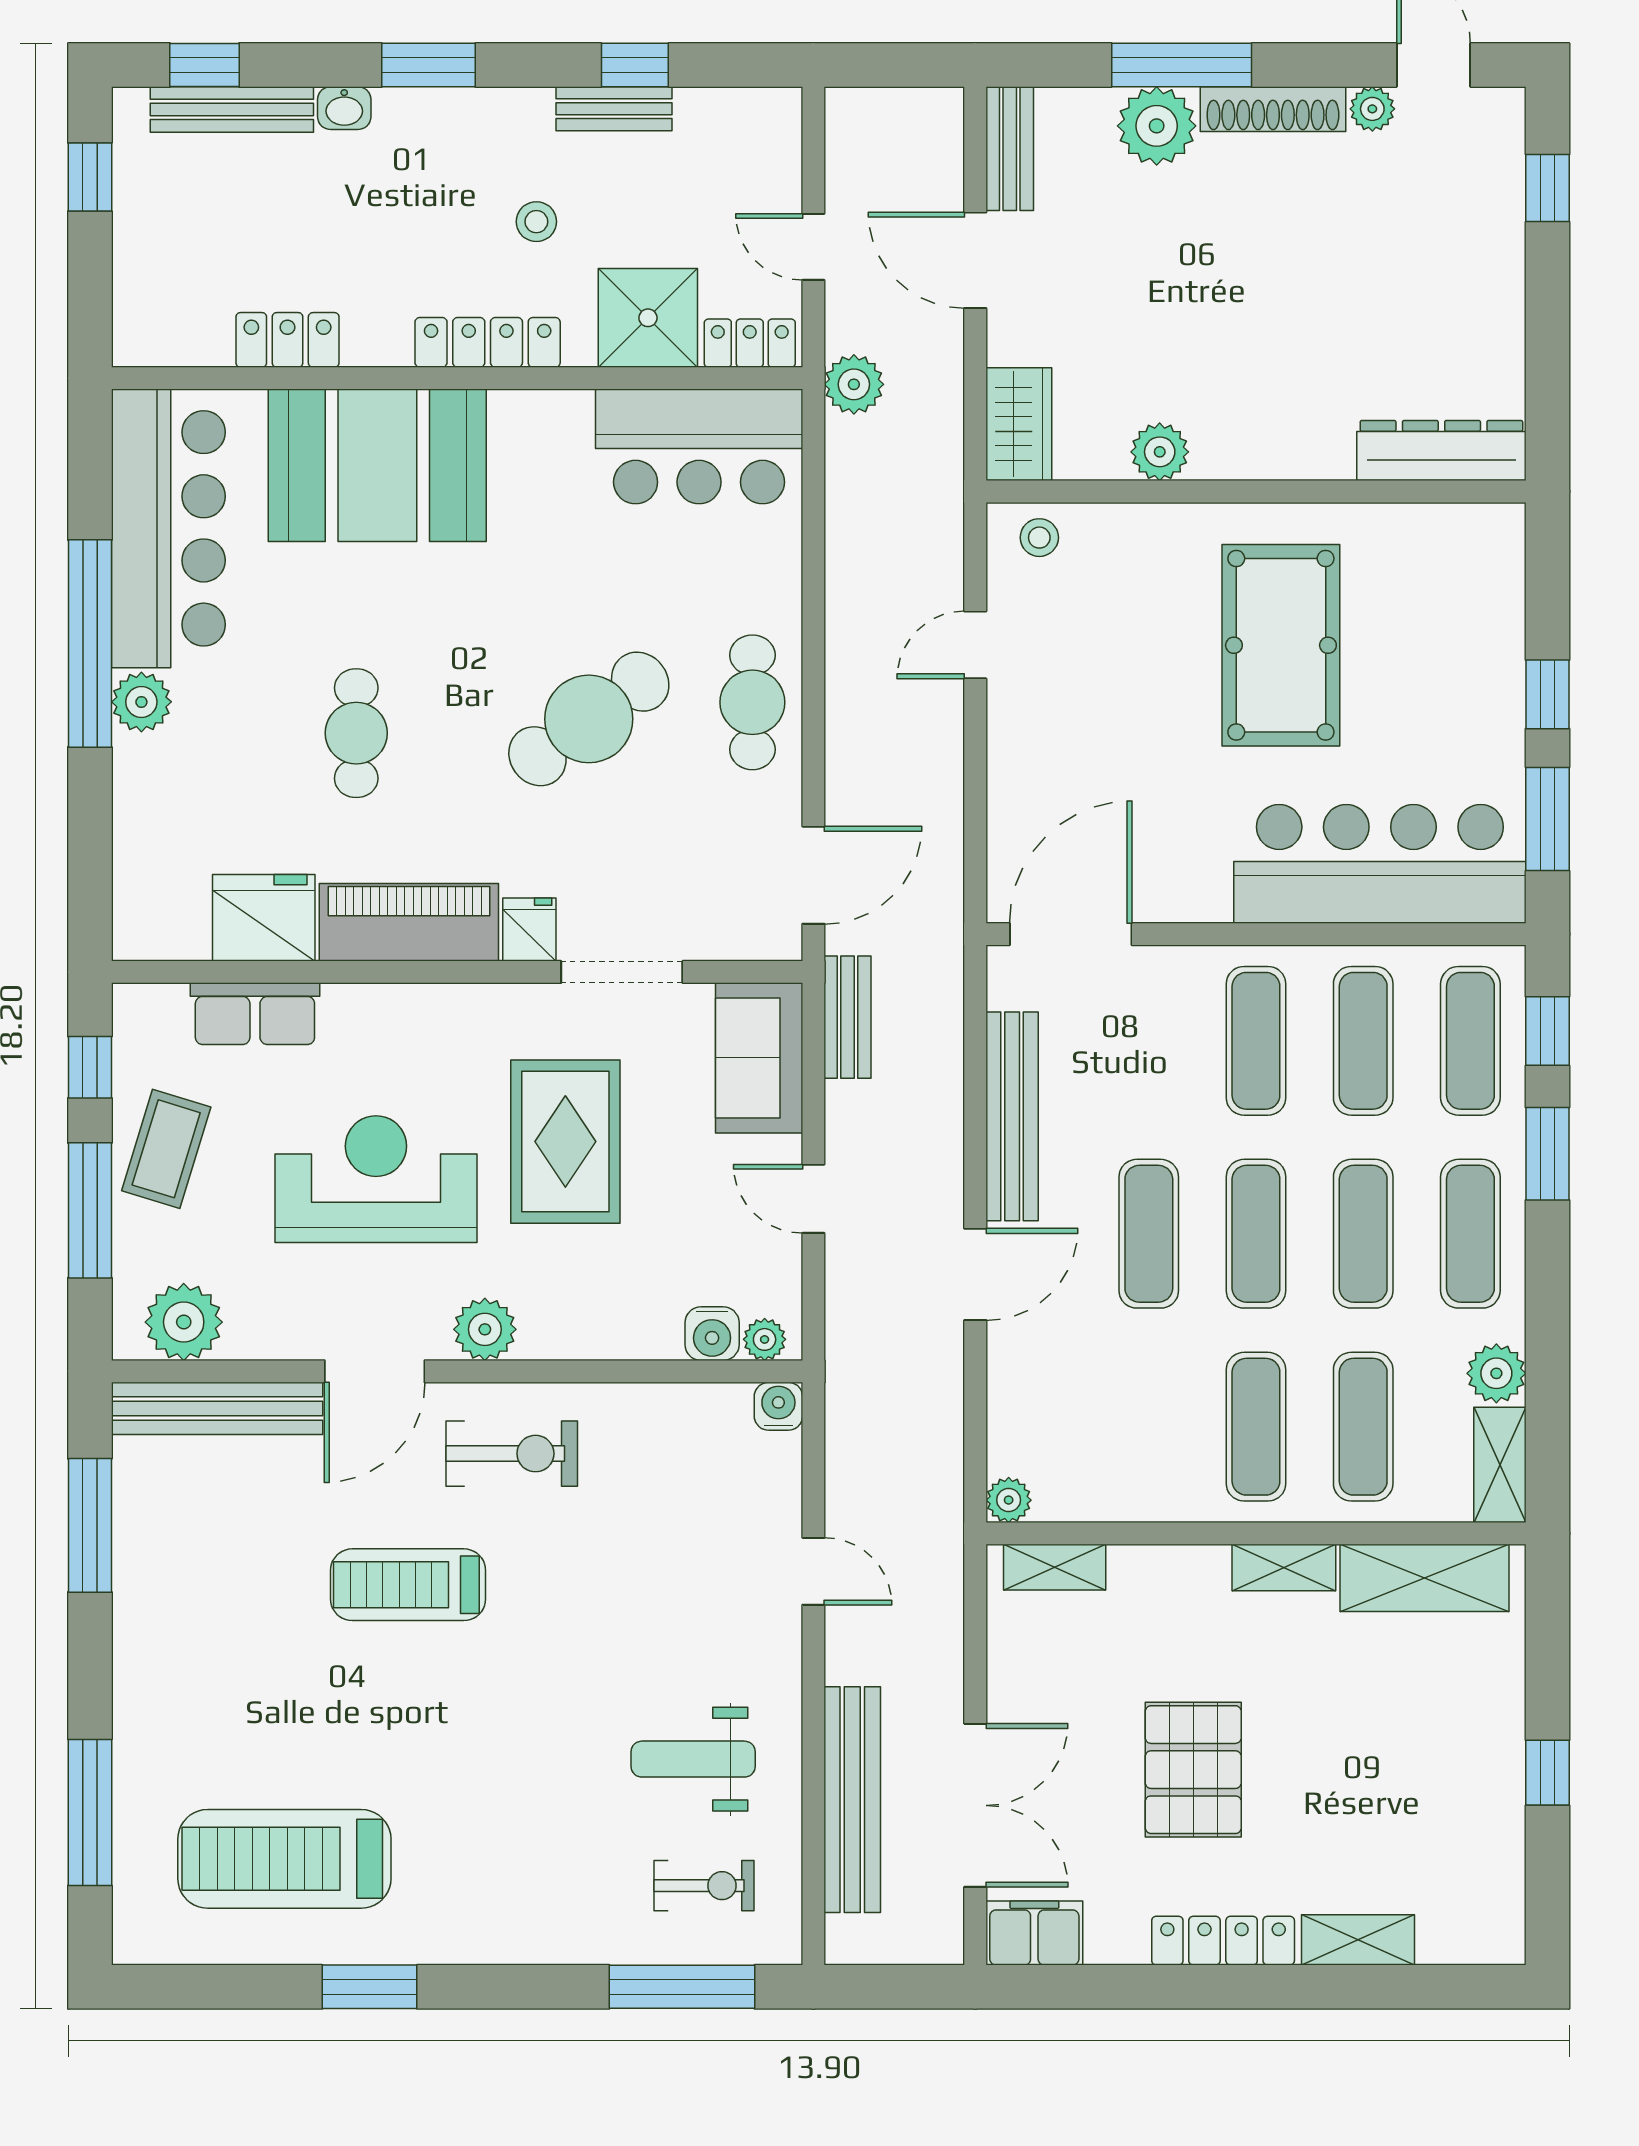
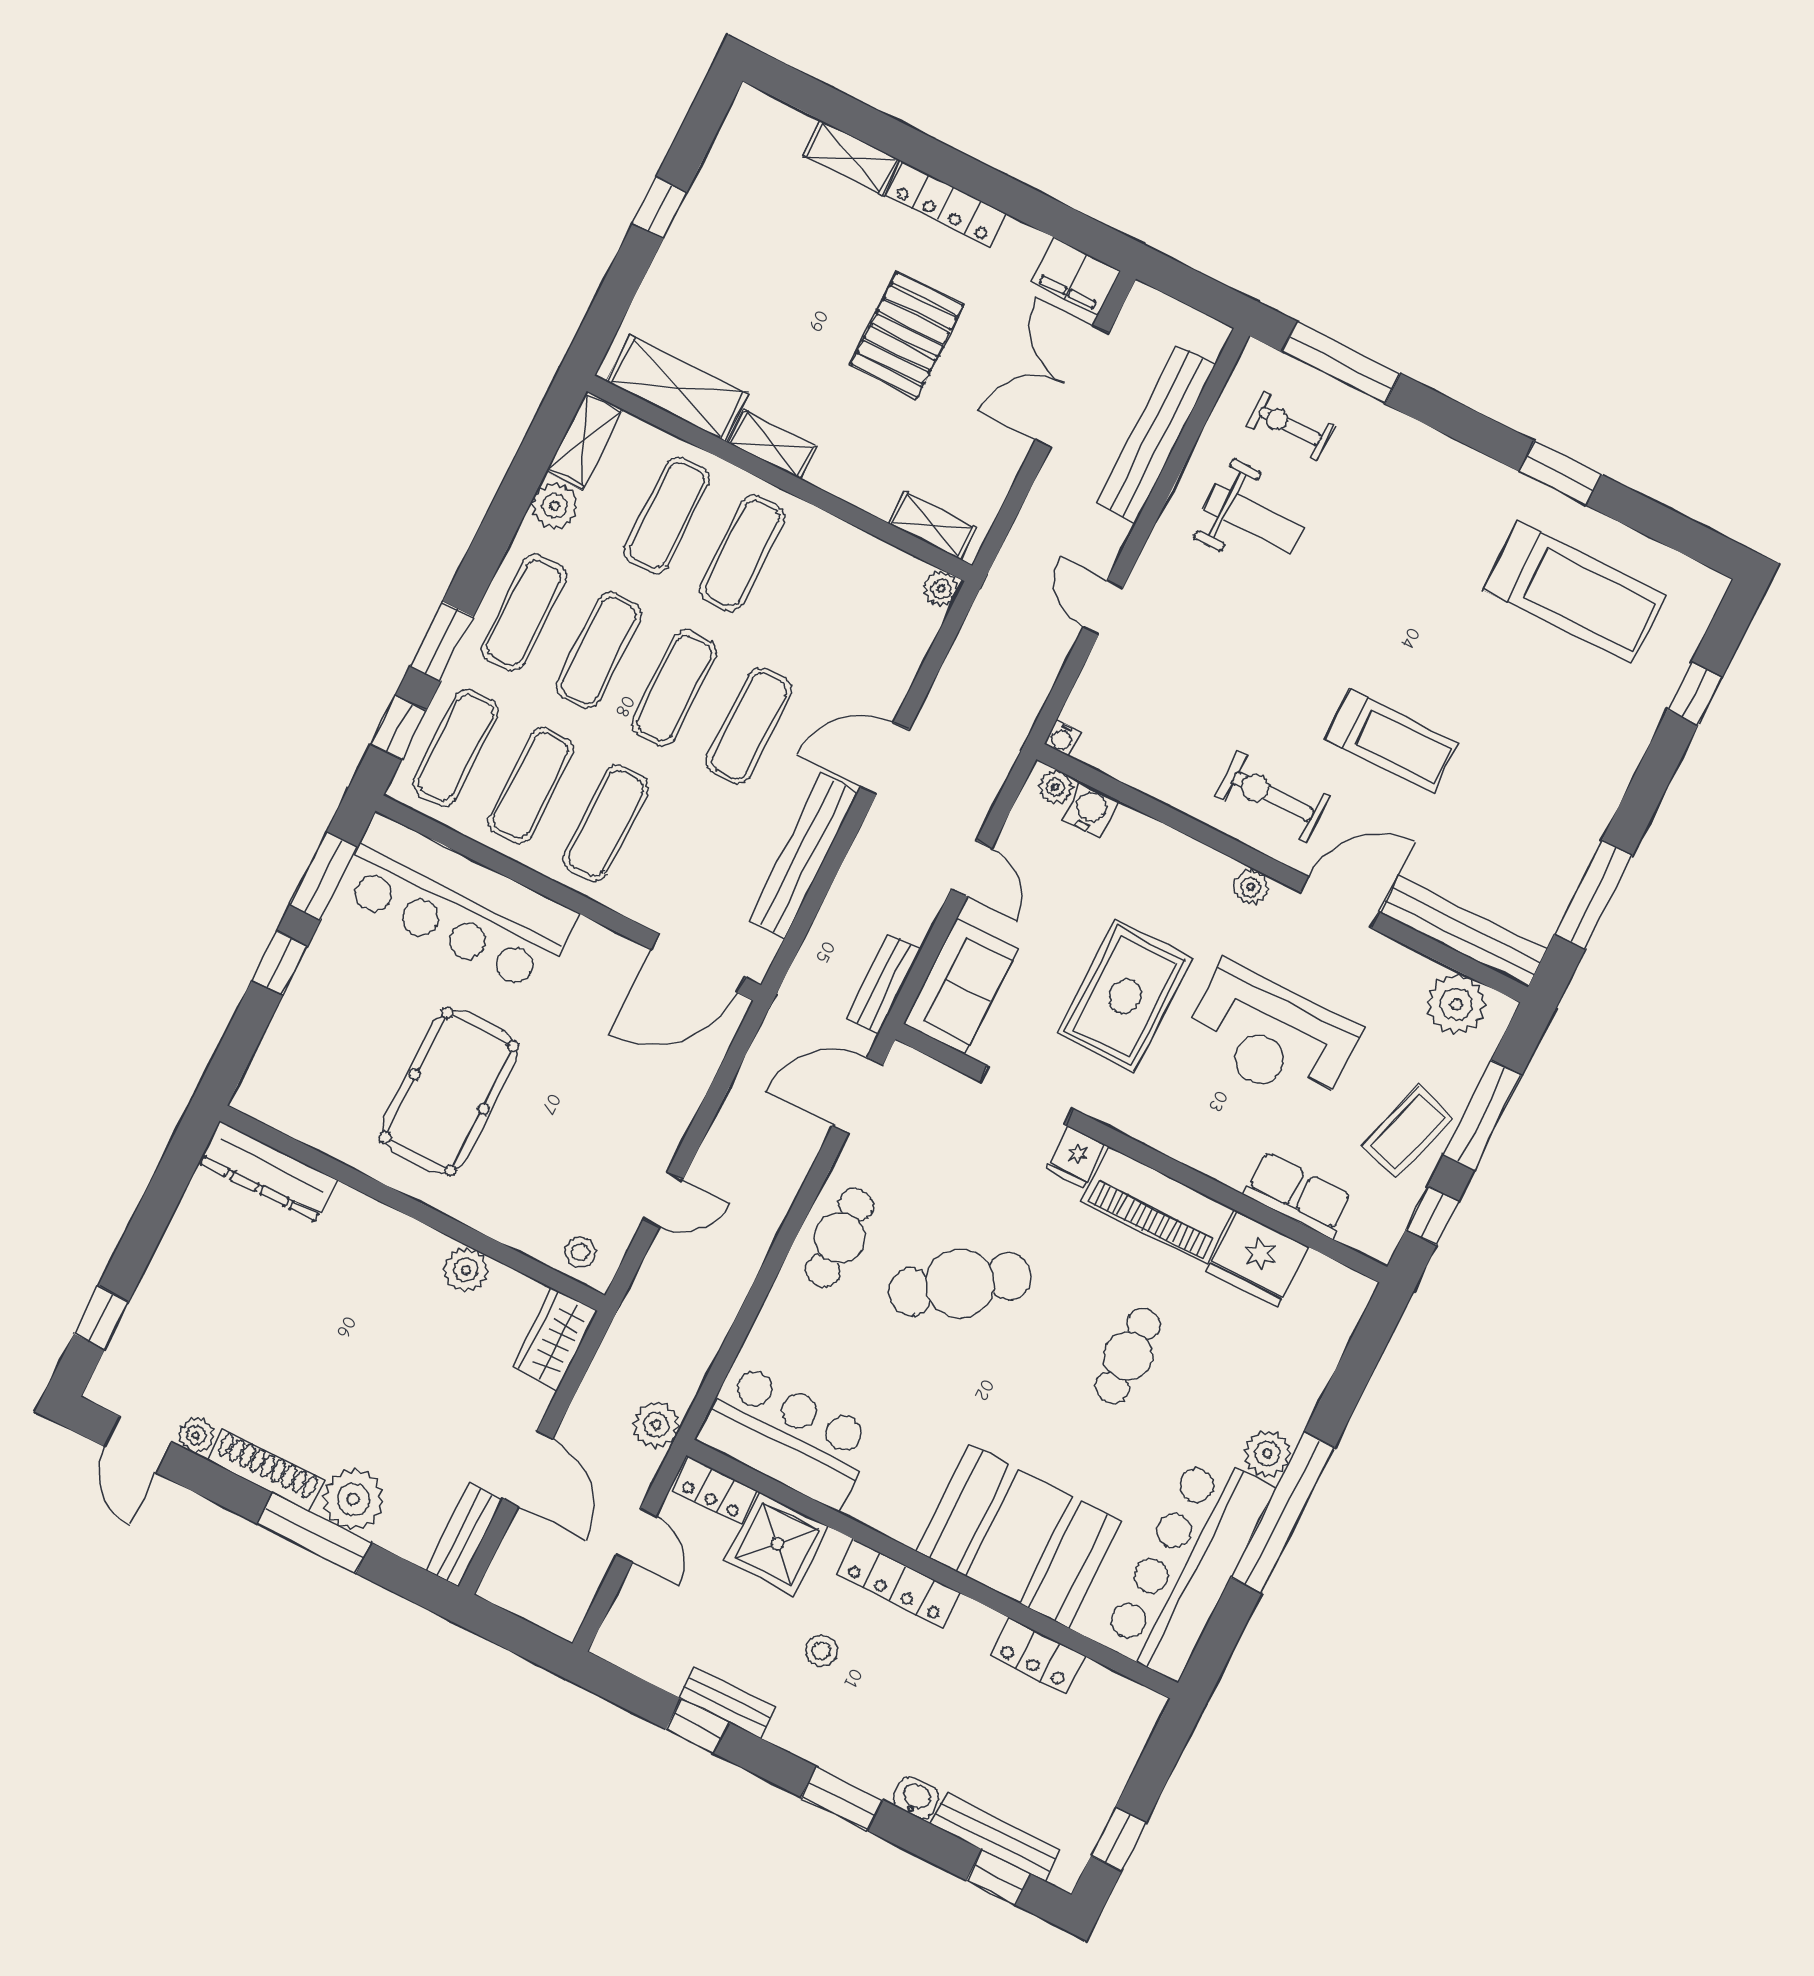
plant: (485, 1329) -> (1251, 887), width x0.73, depth x0.73
water cooler: (778, 1406) -> (1062, 738), width x0.72, depth x0.72
window: (90, 1812) -> (1695, 694), width x0.46

